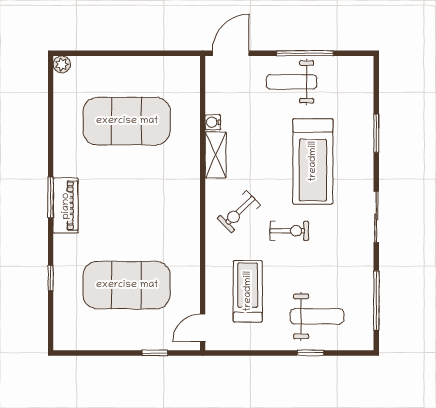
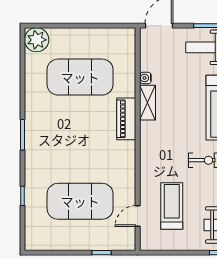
plant: (62, 64) -> (37, 40), width x1.88, depth x1.88
piano: (66, 206) -> (126, 119), moved, turned 180
exercise bike: (239, 212) -> (165, 146), removed
door: (203, 328) -> (138, 216), moved

